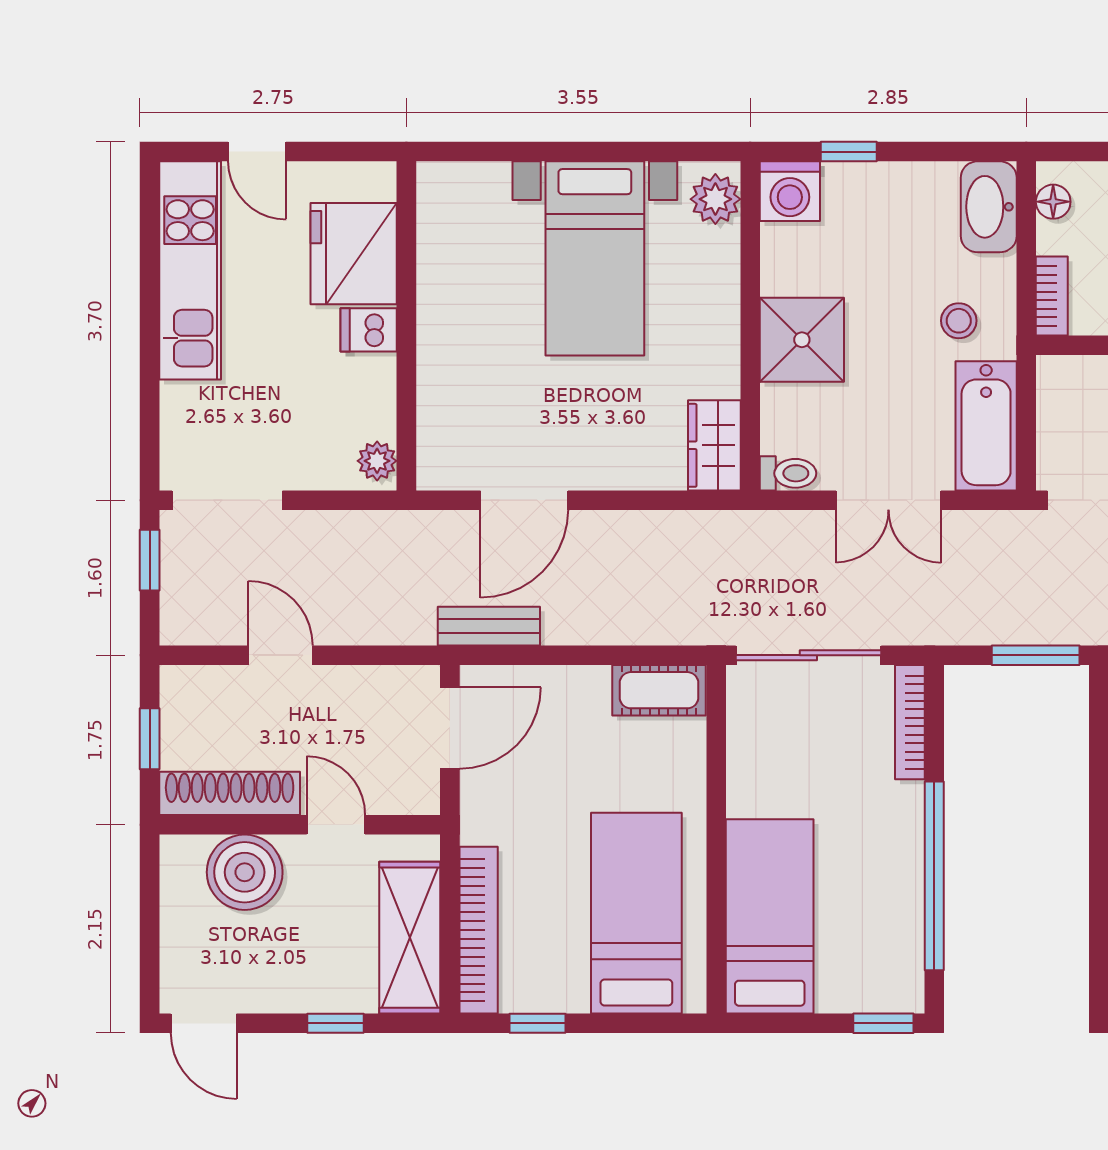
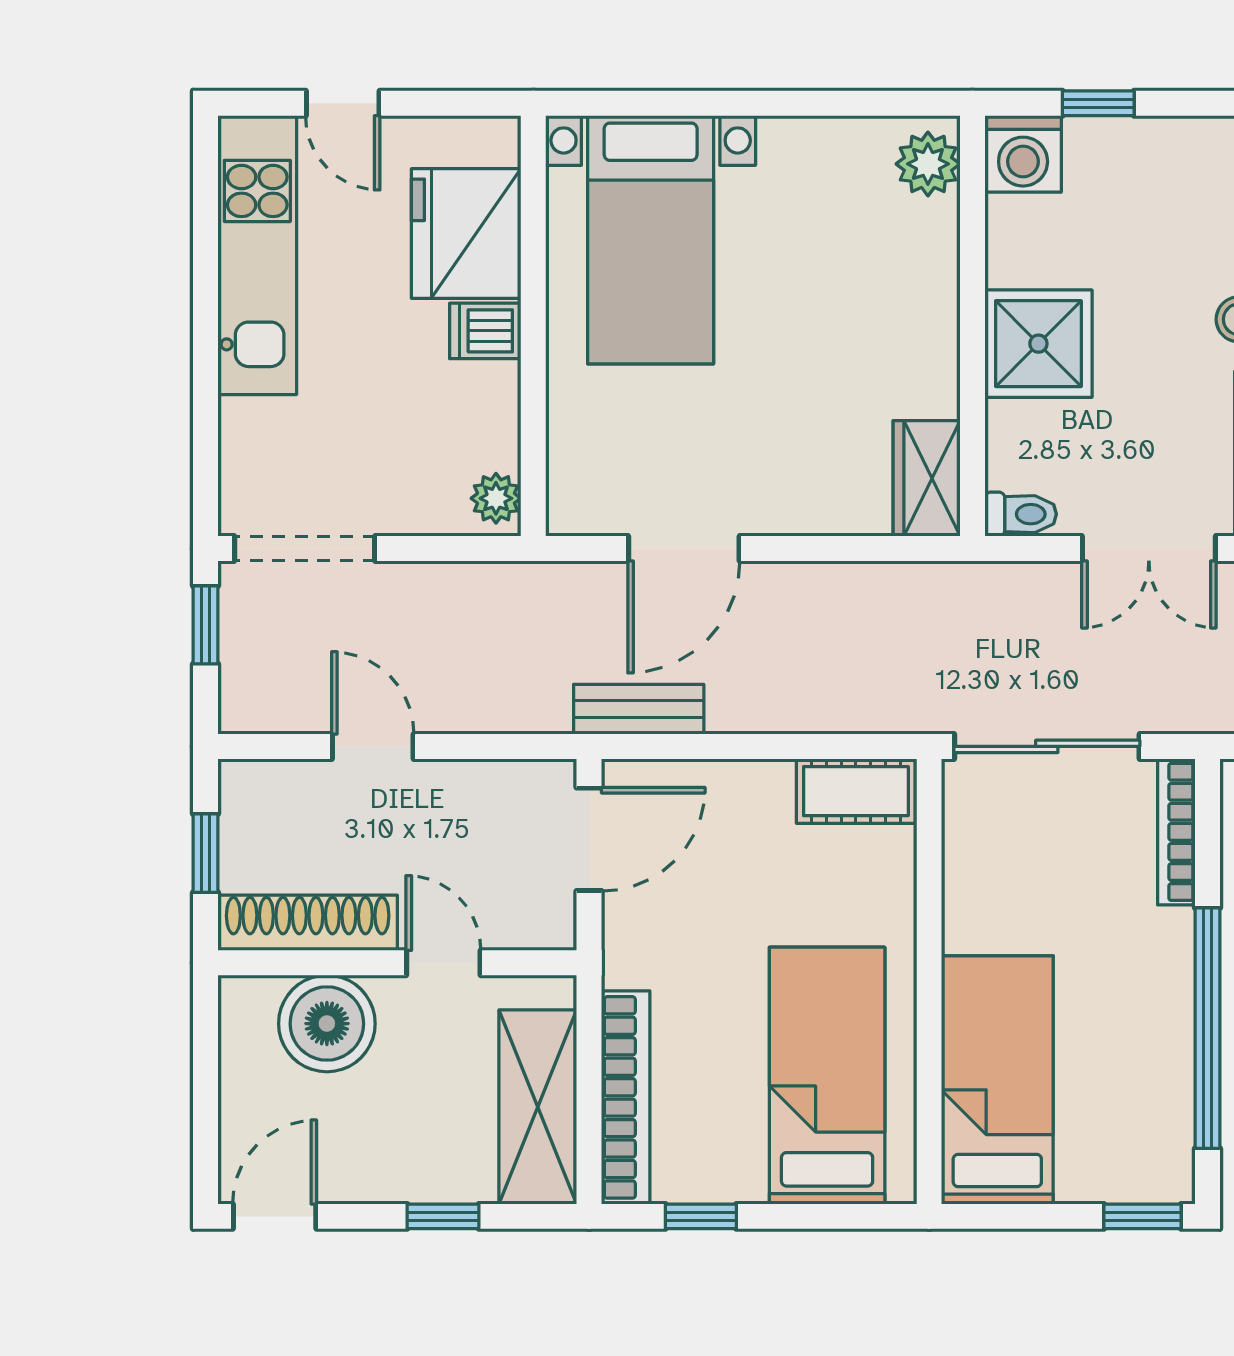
bed with nightstands: (595, 258) -> (651, 240), moved
door: (204, 1023) -> (275, 1216), swing flipped

